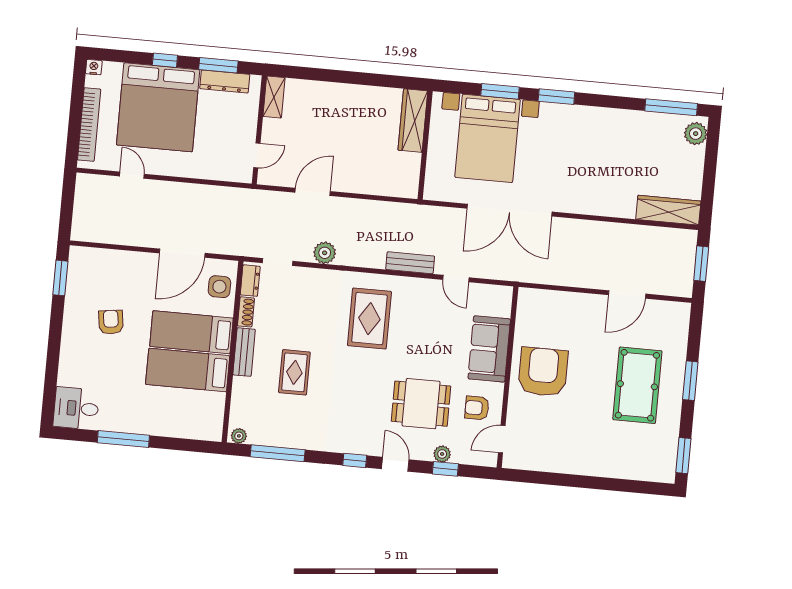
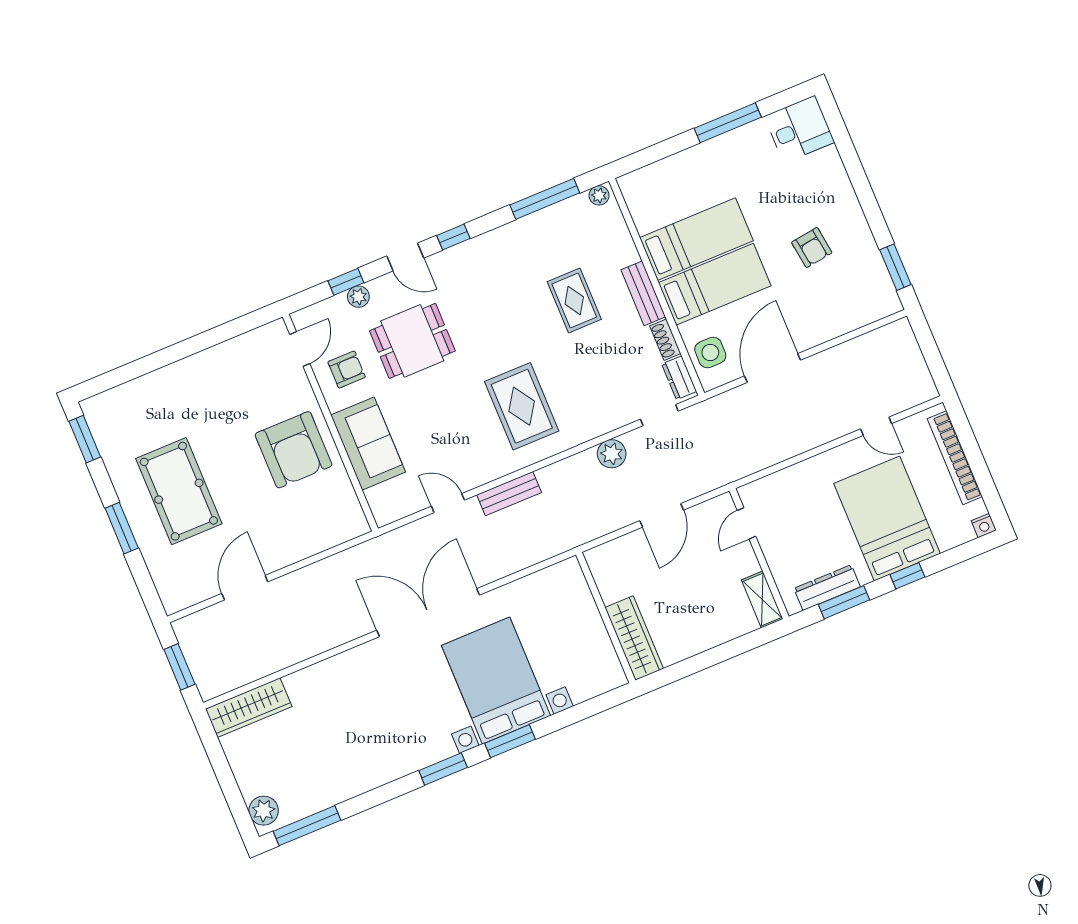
bed: (158, 107) -> (887, 519), width x0.73
wardrobe: (413, 121) -> (634, 638), moved
wall: (425, 145) -> (606, 618), moved

